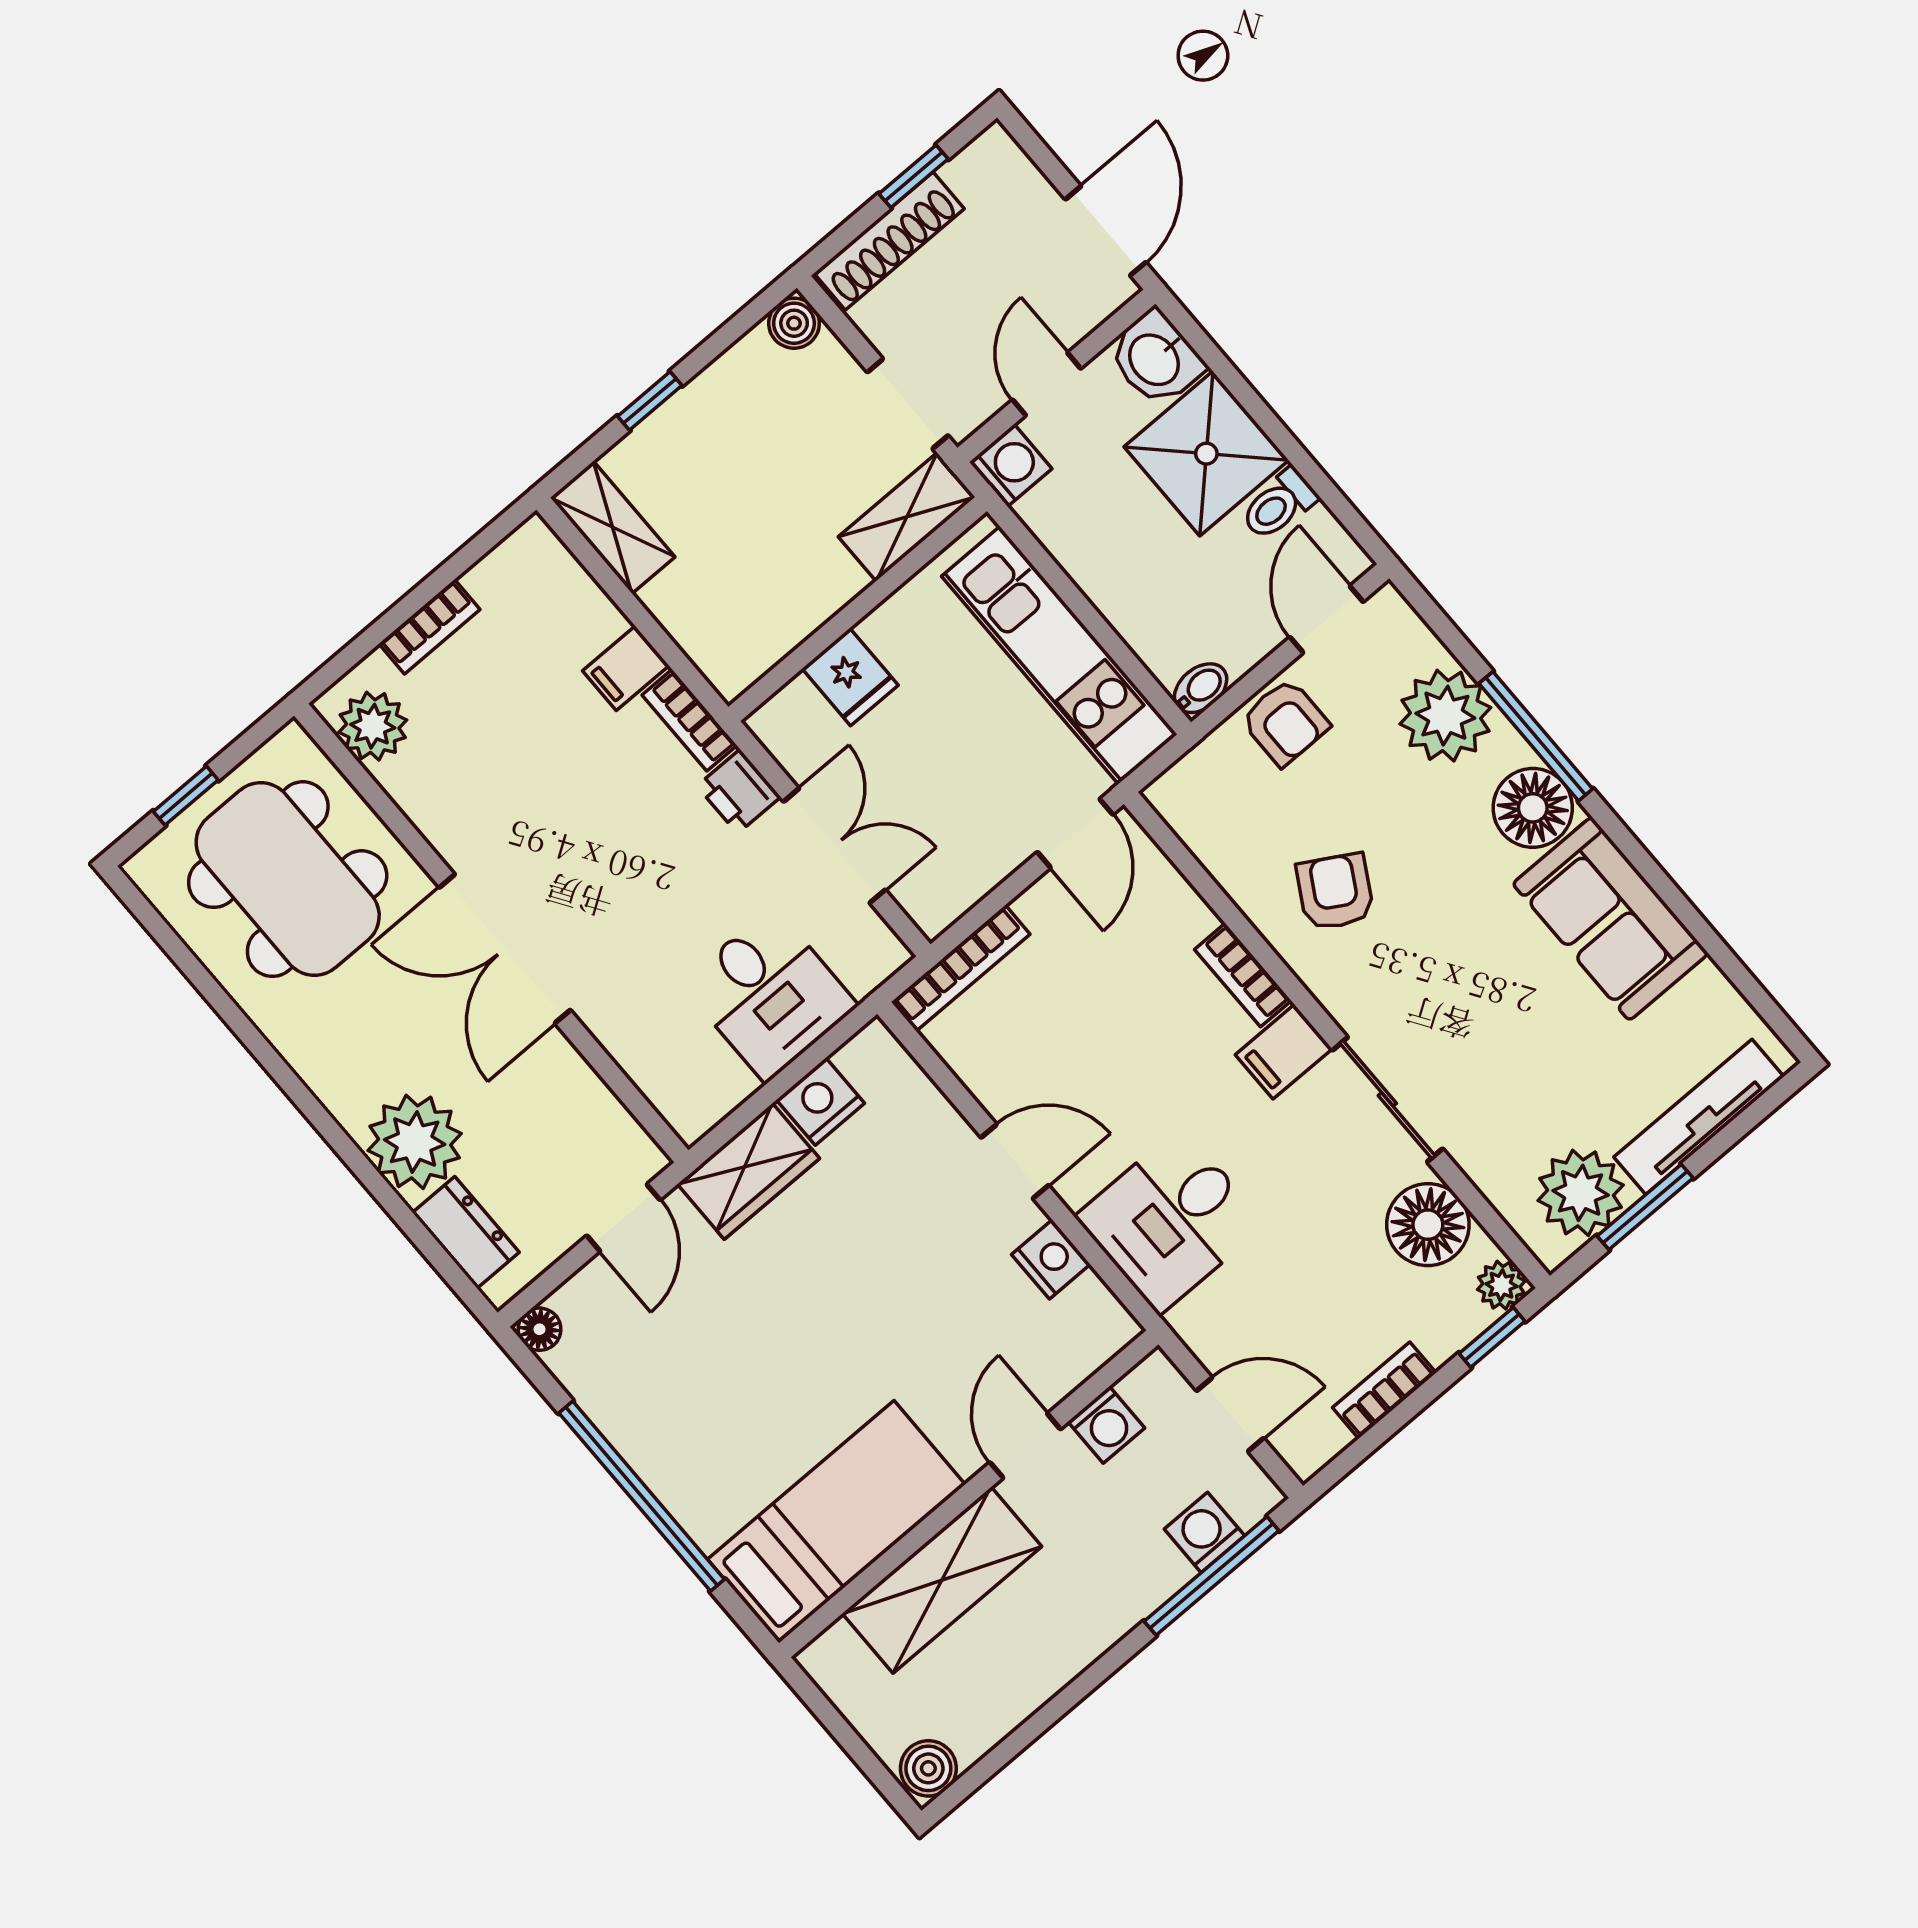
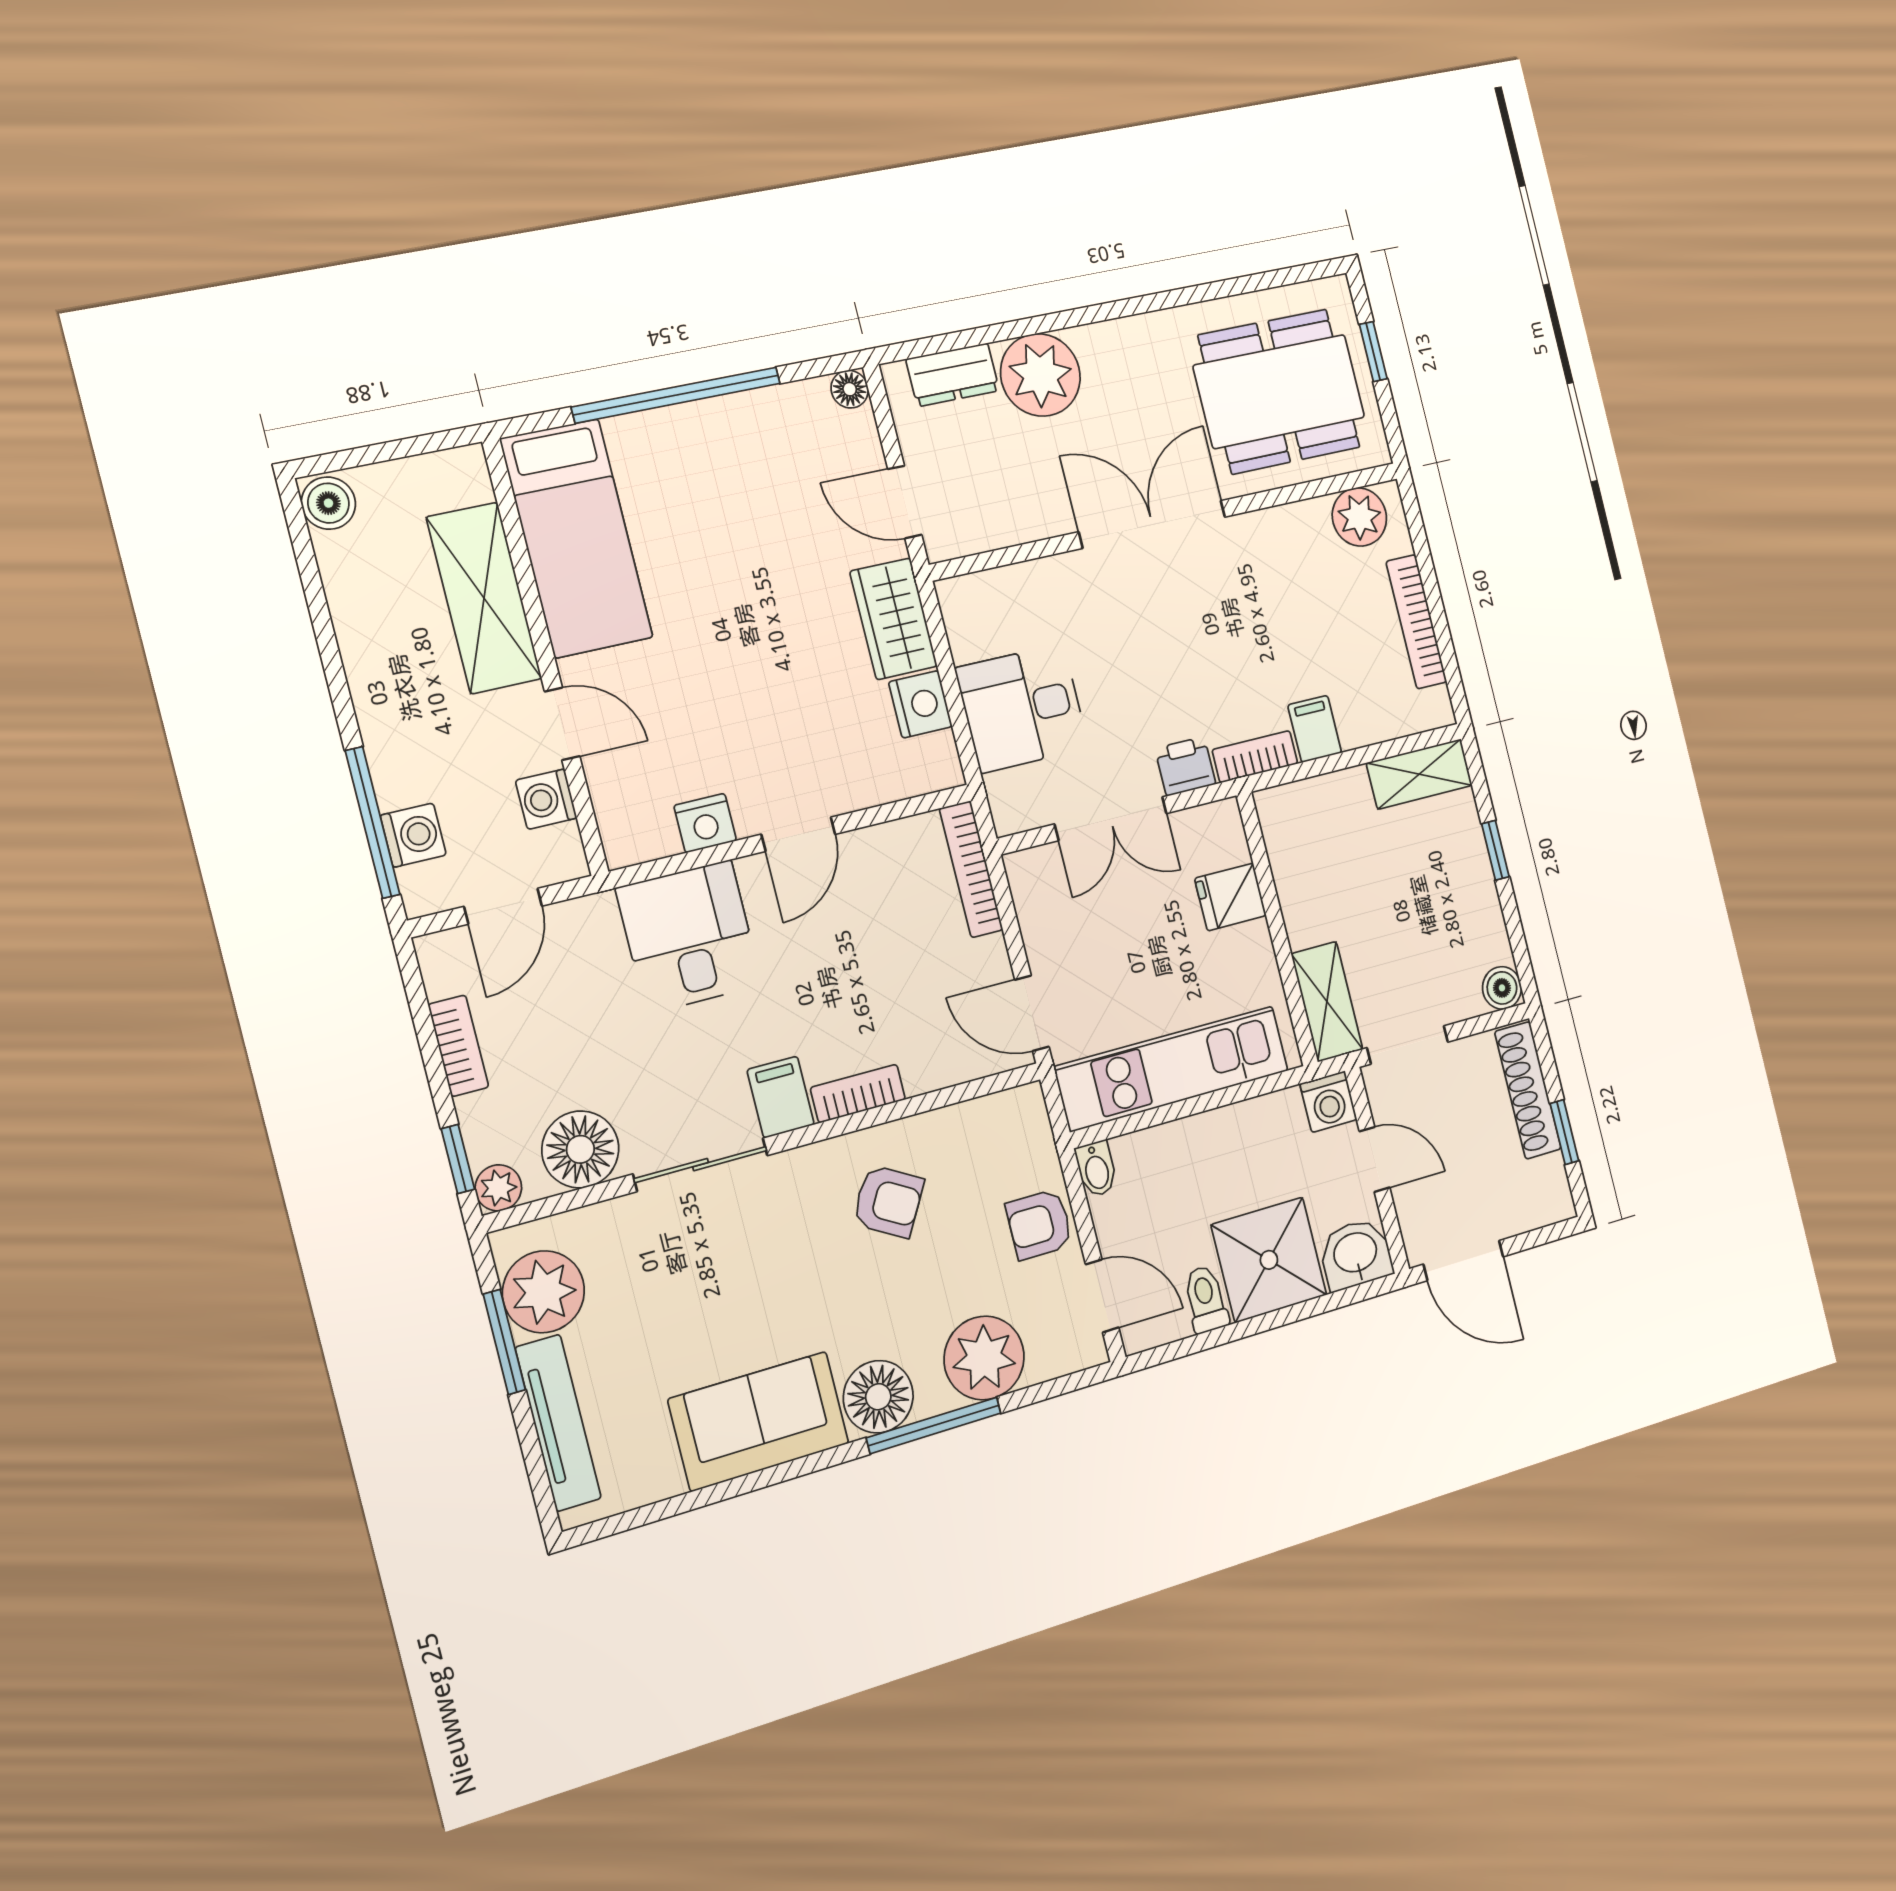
bookcase: (429, 627) -> (1416, 622), width x1.56

